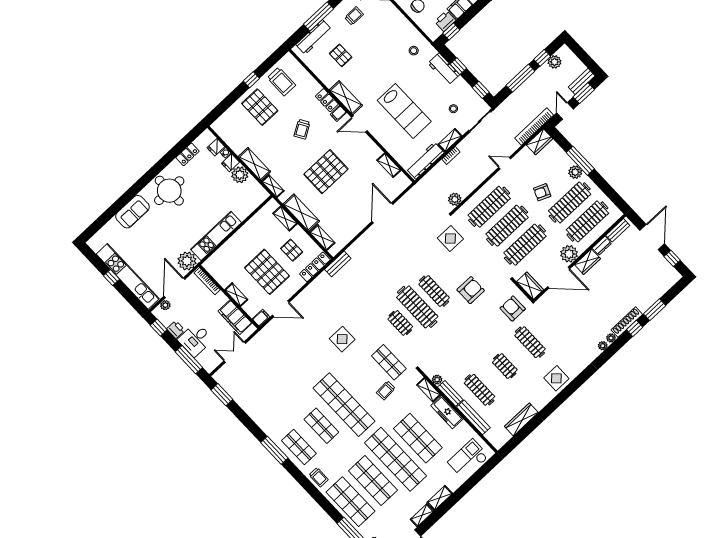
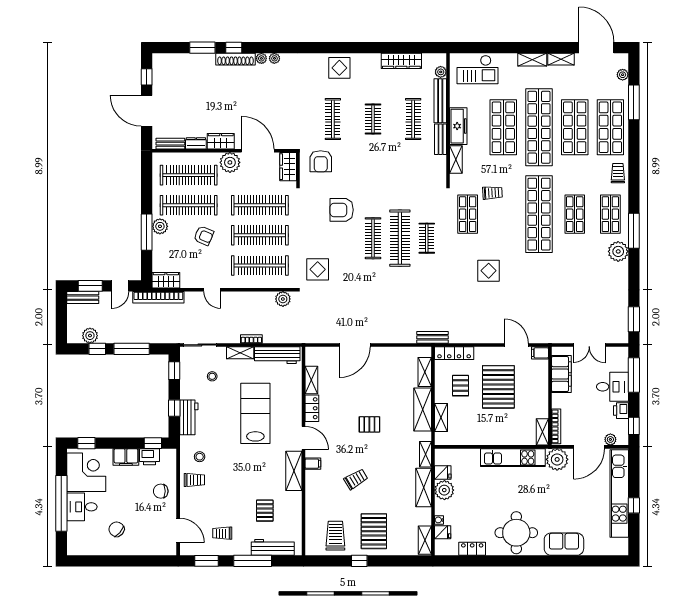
trolley: (403, 33) -> (194, 480), added
locker: (327, 100) -> (312, 408), moved
shelving: (222, 132) -> (425, 540), added
fridge: (230, 163) -> (443, 473), moved
pallet: (326, 172) -> (369, 424), width x0.49, depth x0.50
door: (652, 237) -> (147, 111), hinge flipped
shelving: (236, 295) -> (542, 432), moved
plant: (437, 380) -> (441, 72), moved
plant: (272, 428) -> (618, 251), added

